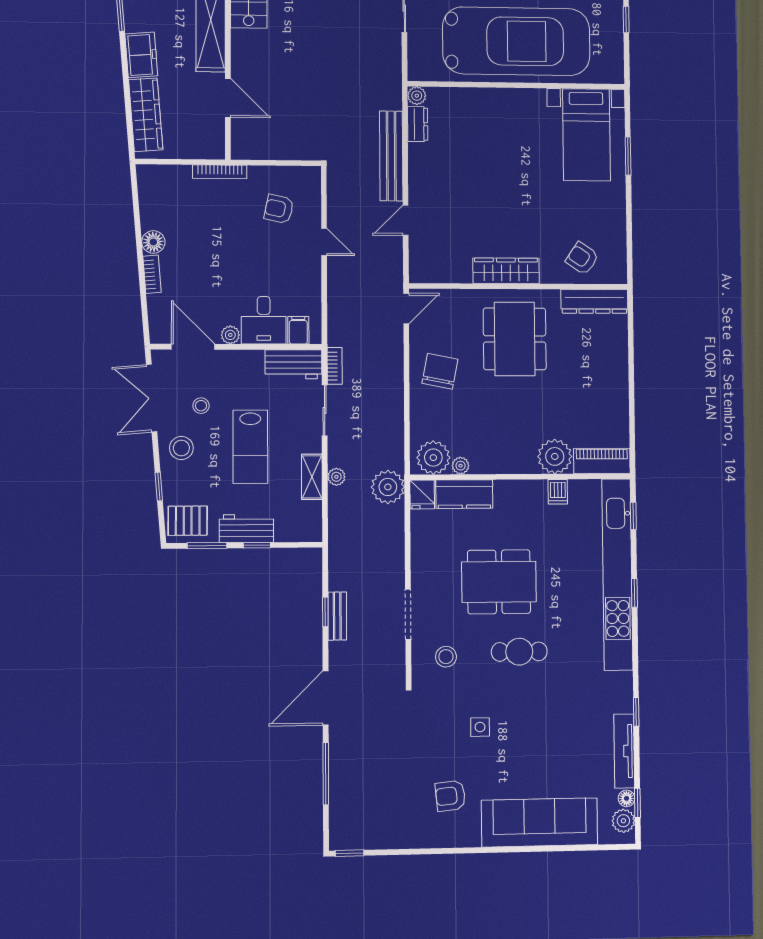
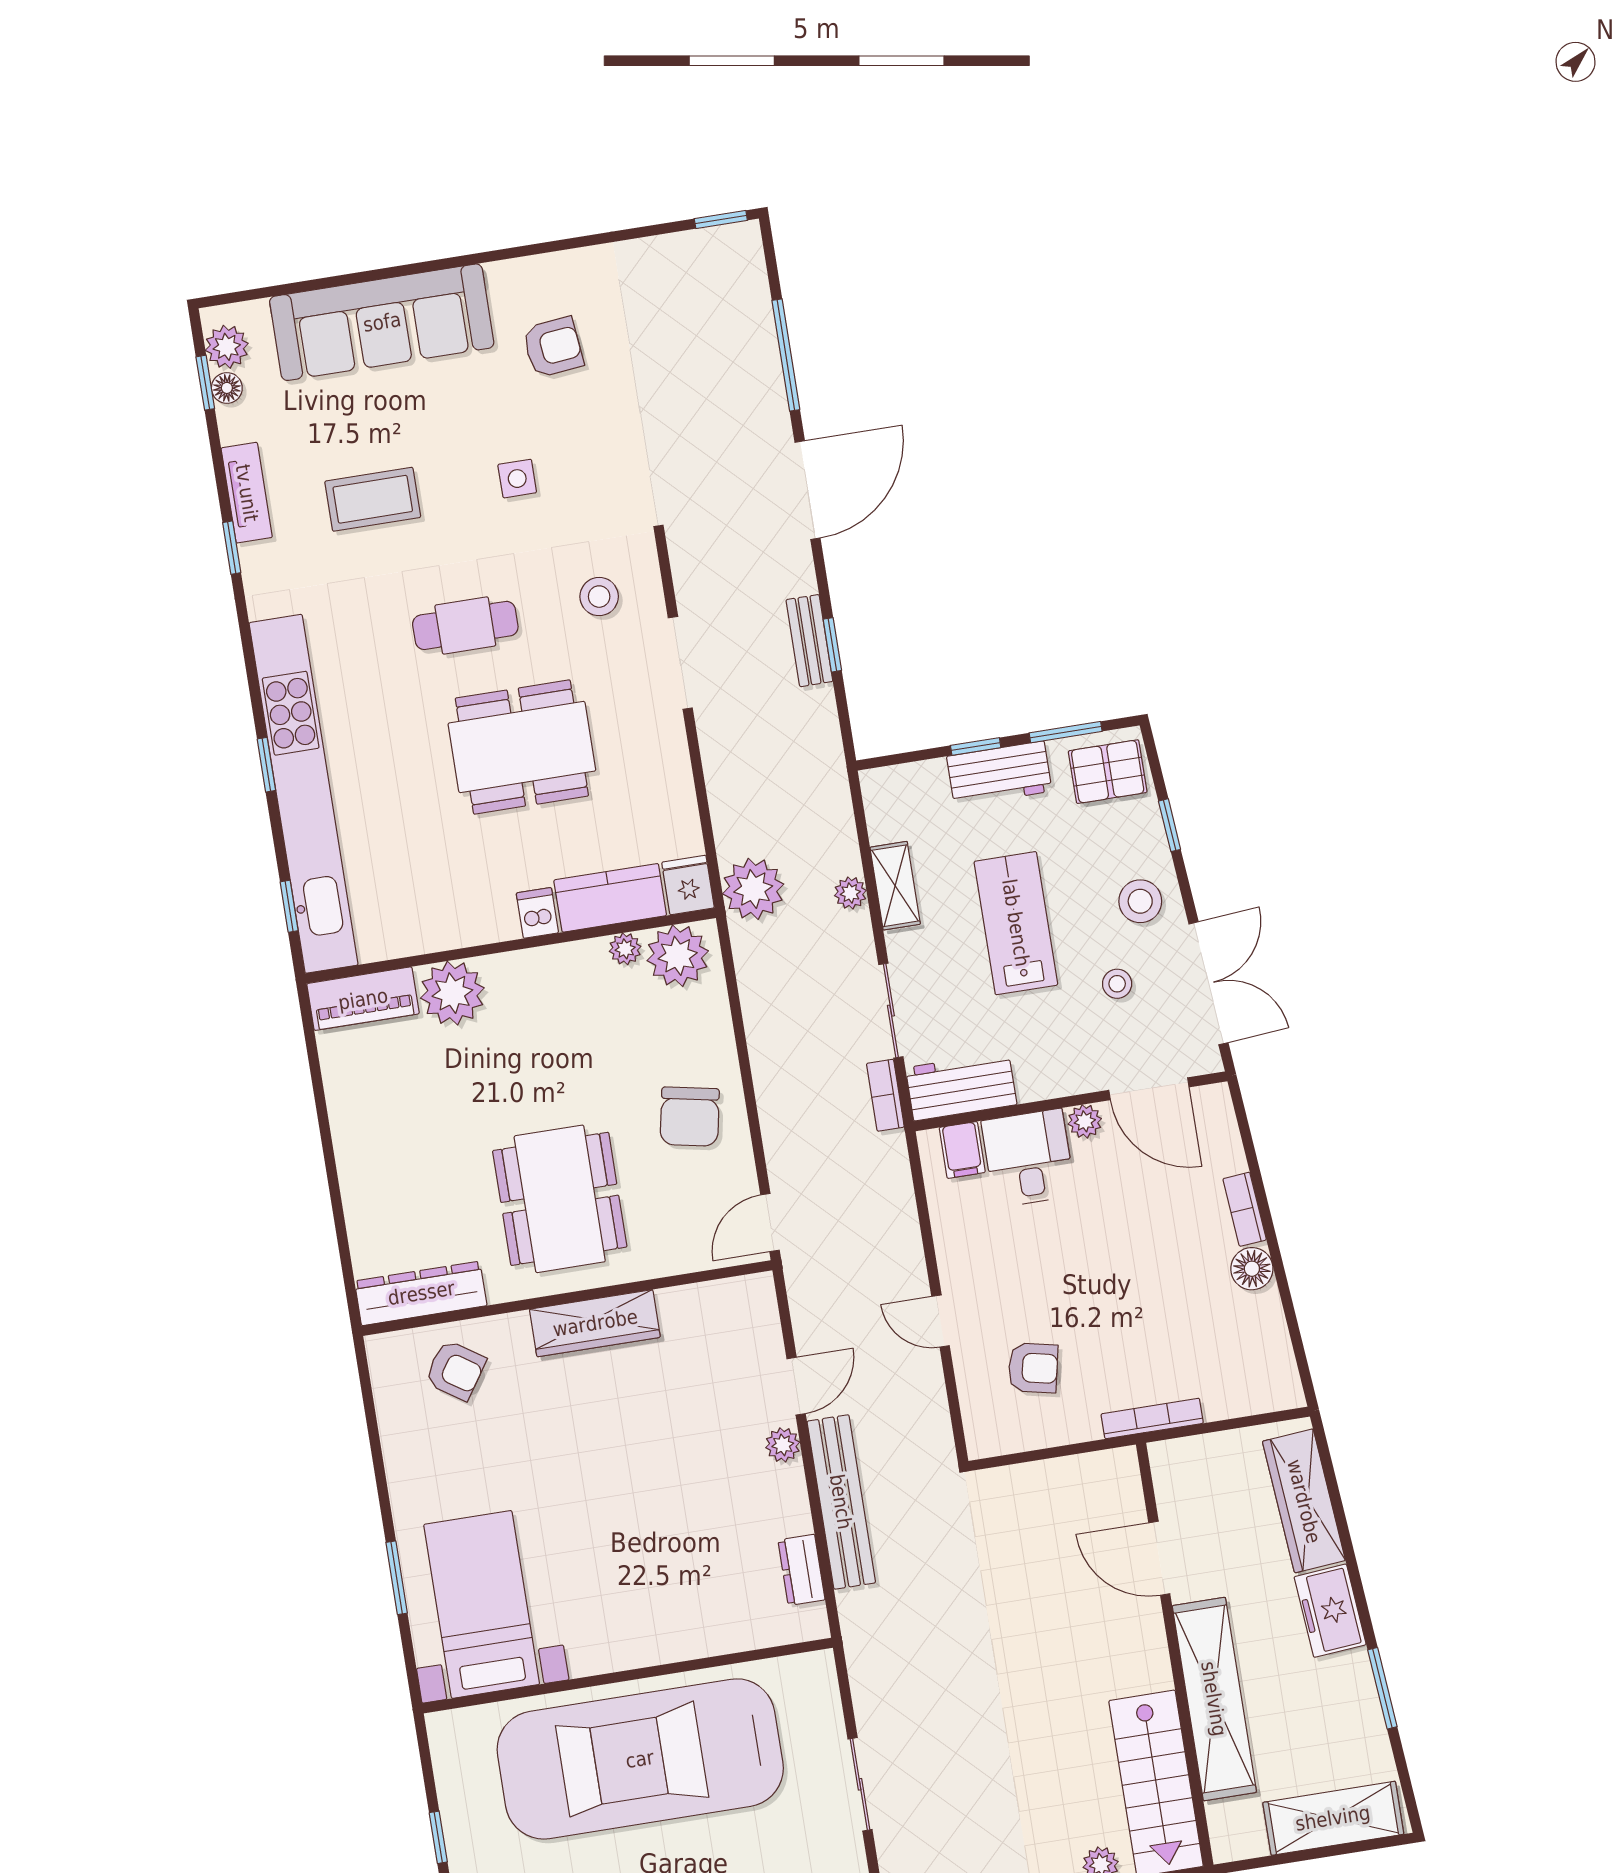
plant: (417, 96) -> (783, 1445), moved
dishwasher: (558, 492) -> (537, 913), moved
coffee table: (558, 727) -> (373, 499), added
tv unit: (624, 751) -> (247, 493), width x0.71

